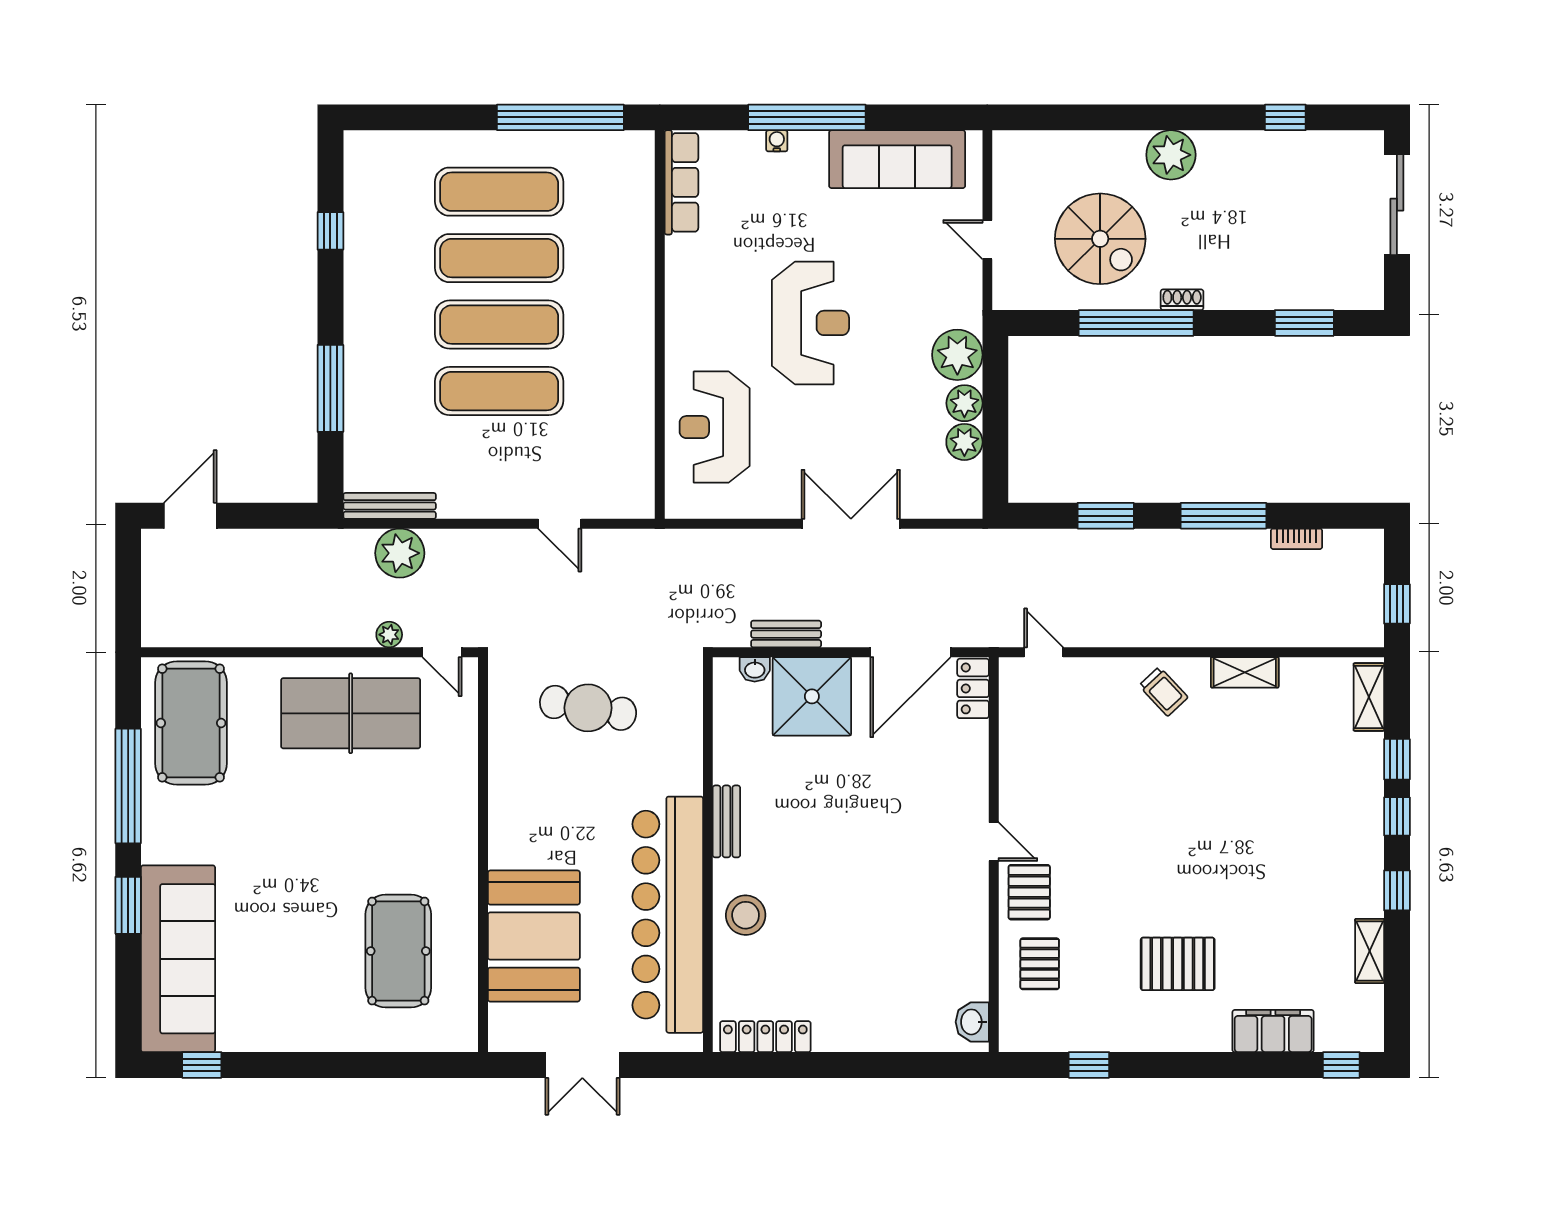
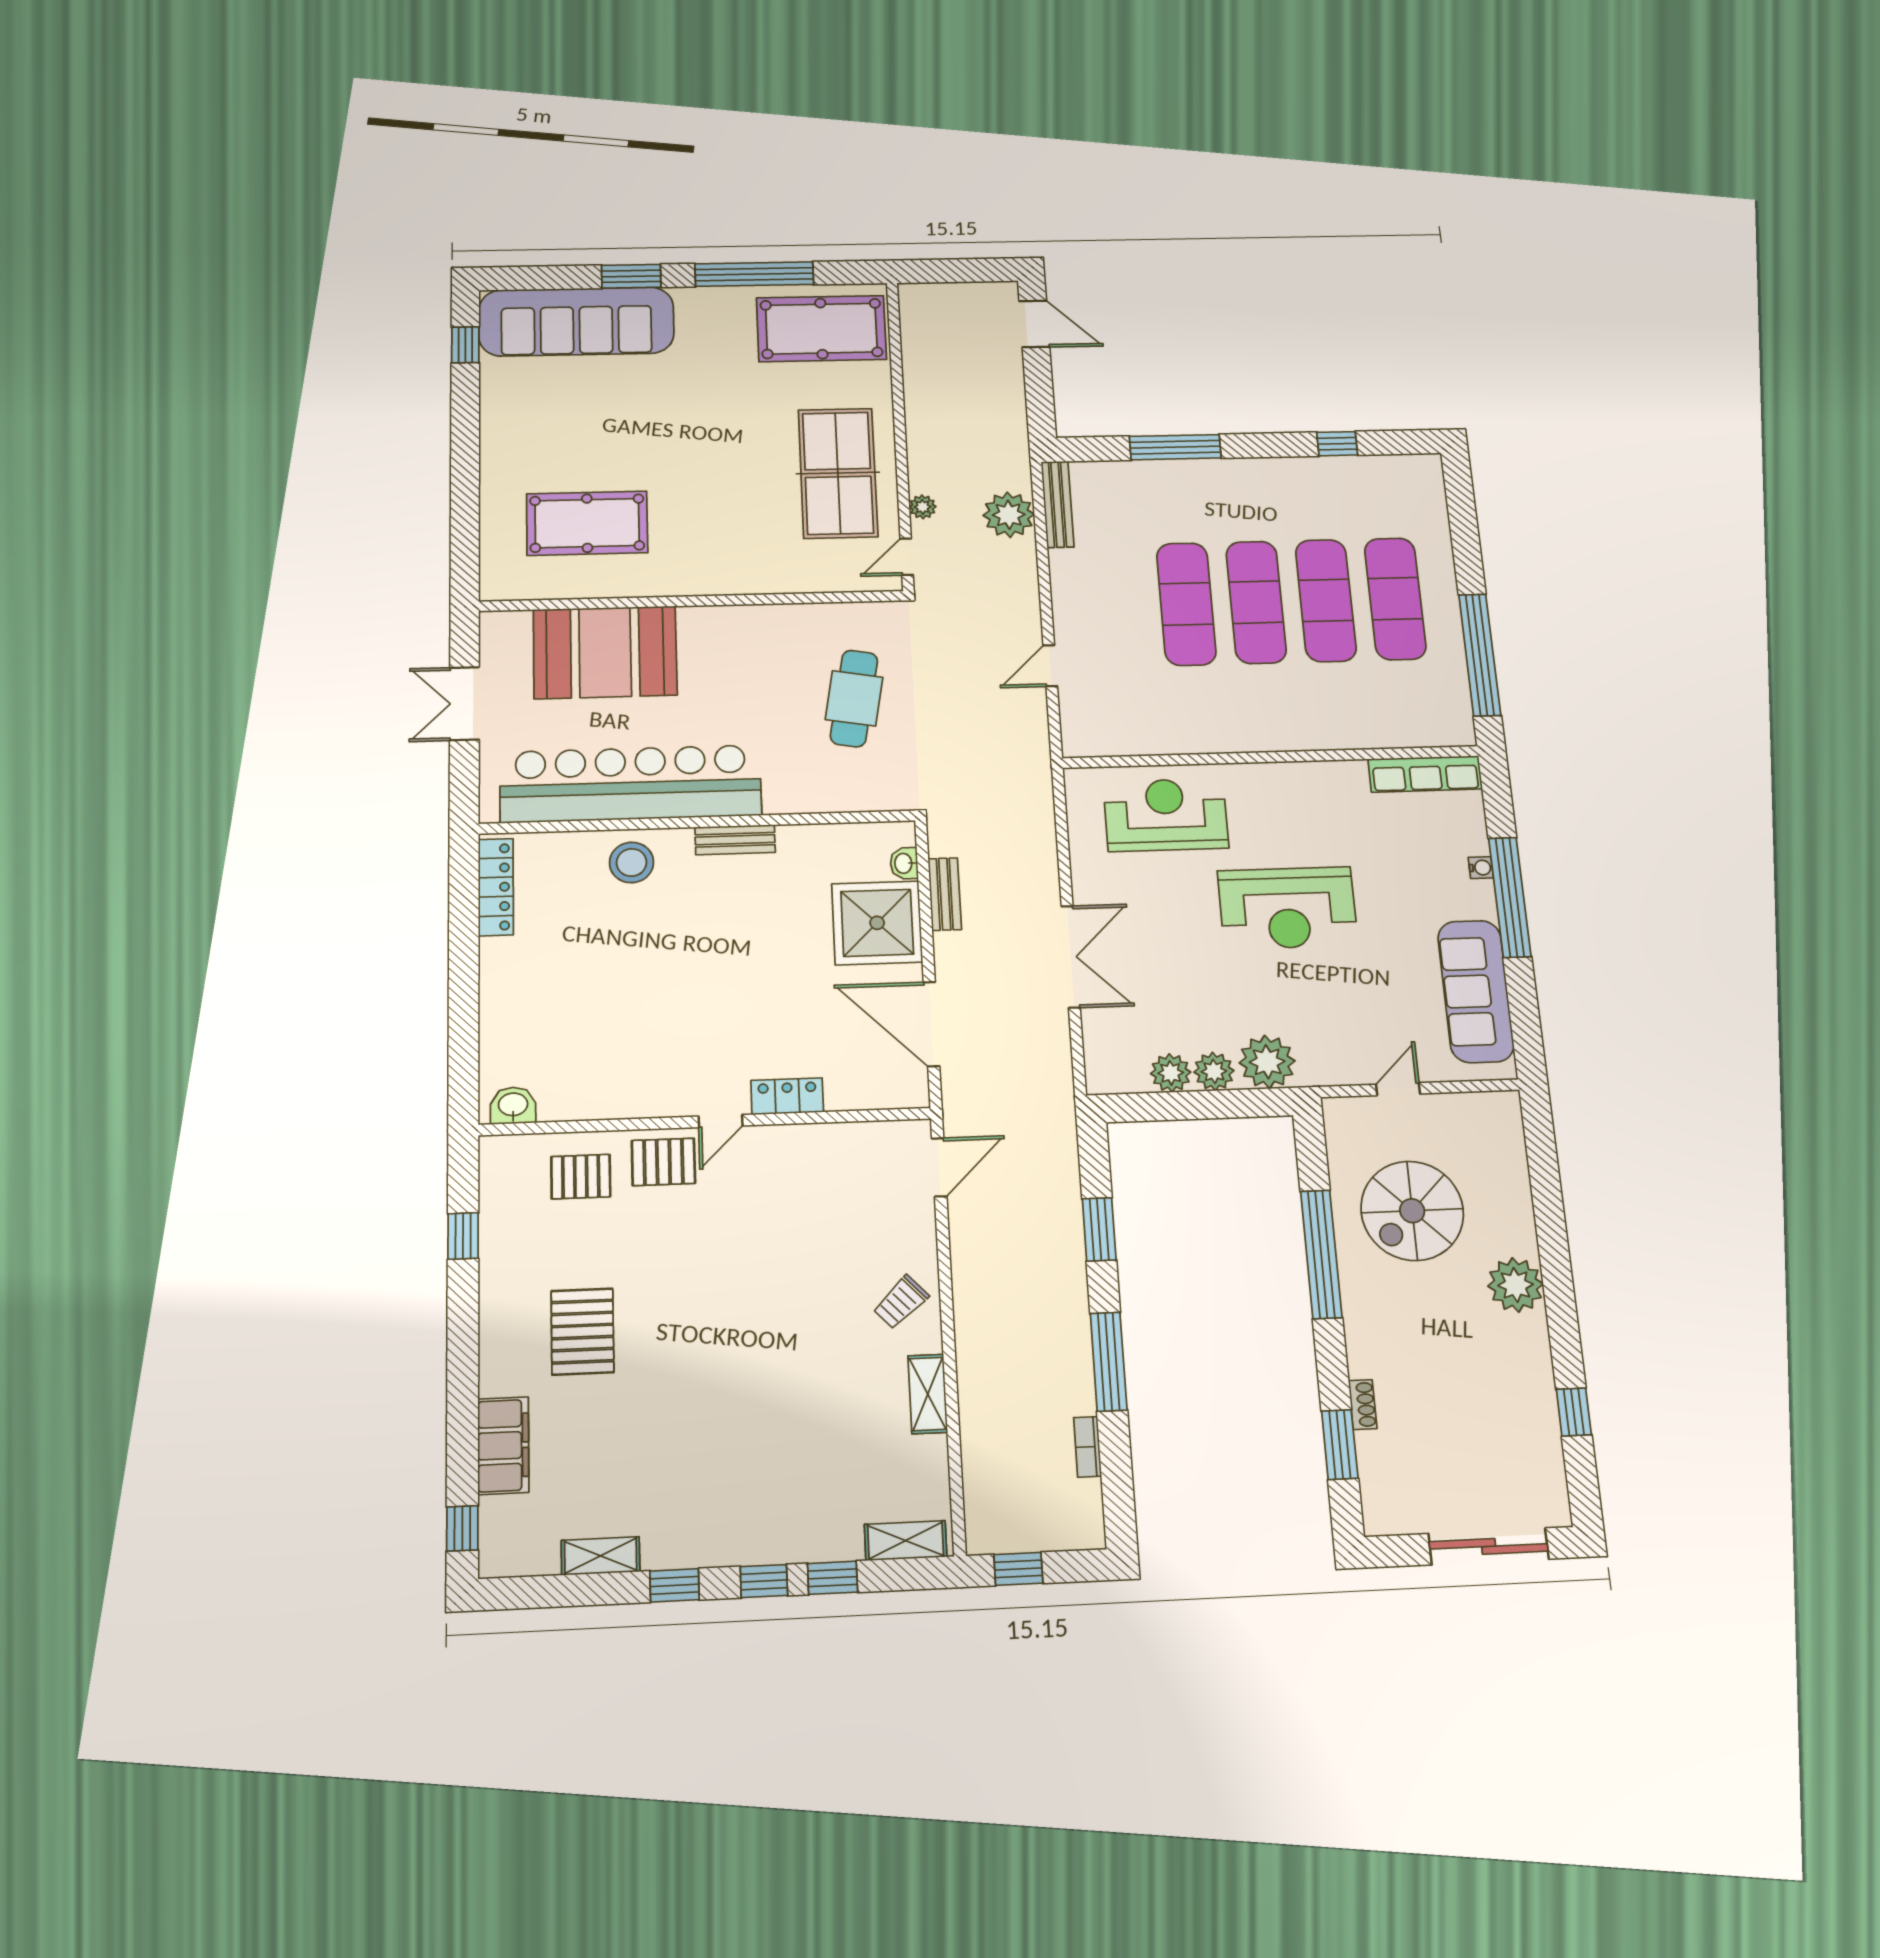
shoe rack: (1182, 300) -> (1363, 1405), moved
door: (1044, 652) -> (939, 1167), width x1.38
locker: (973, 688) -> (787, 1096), moved

